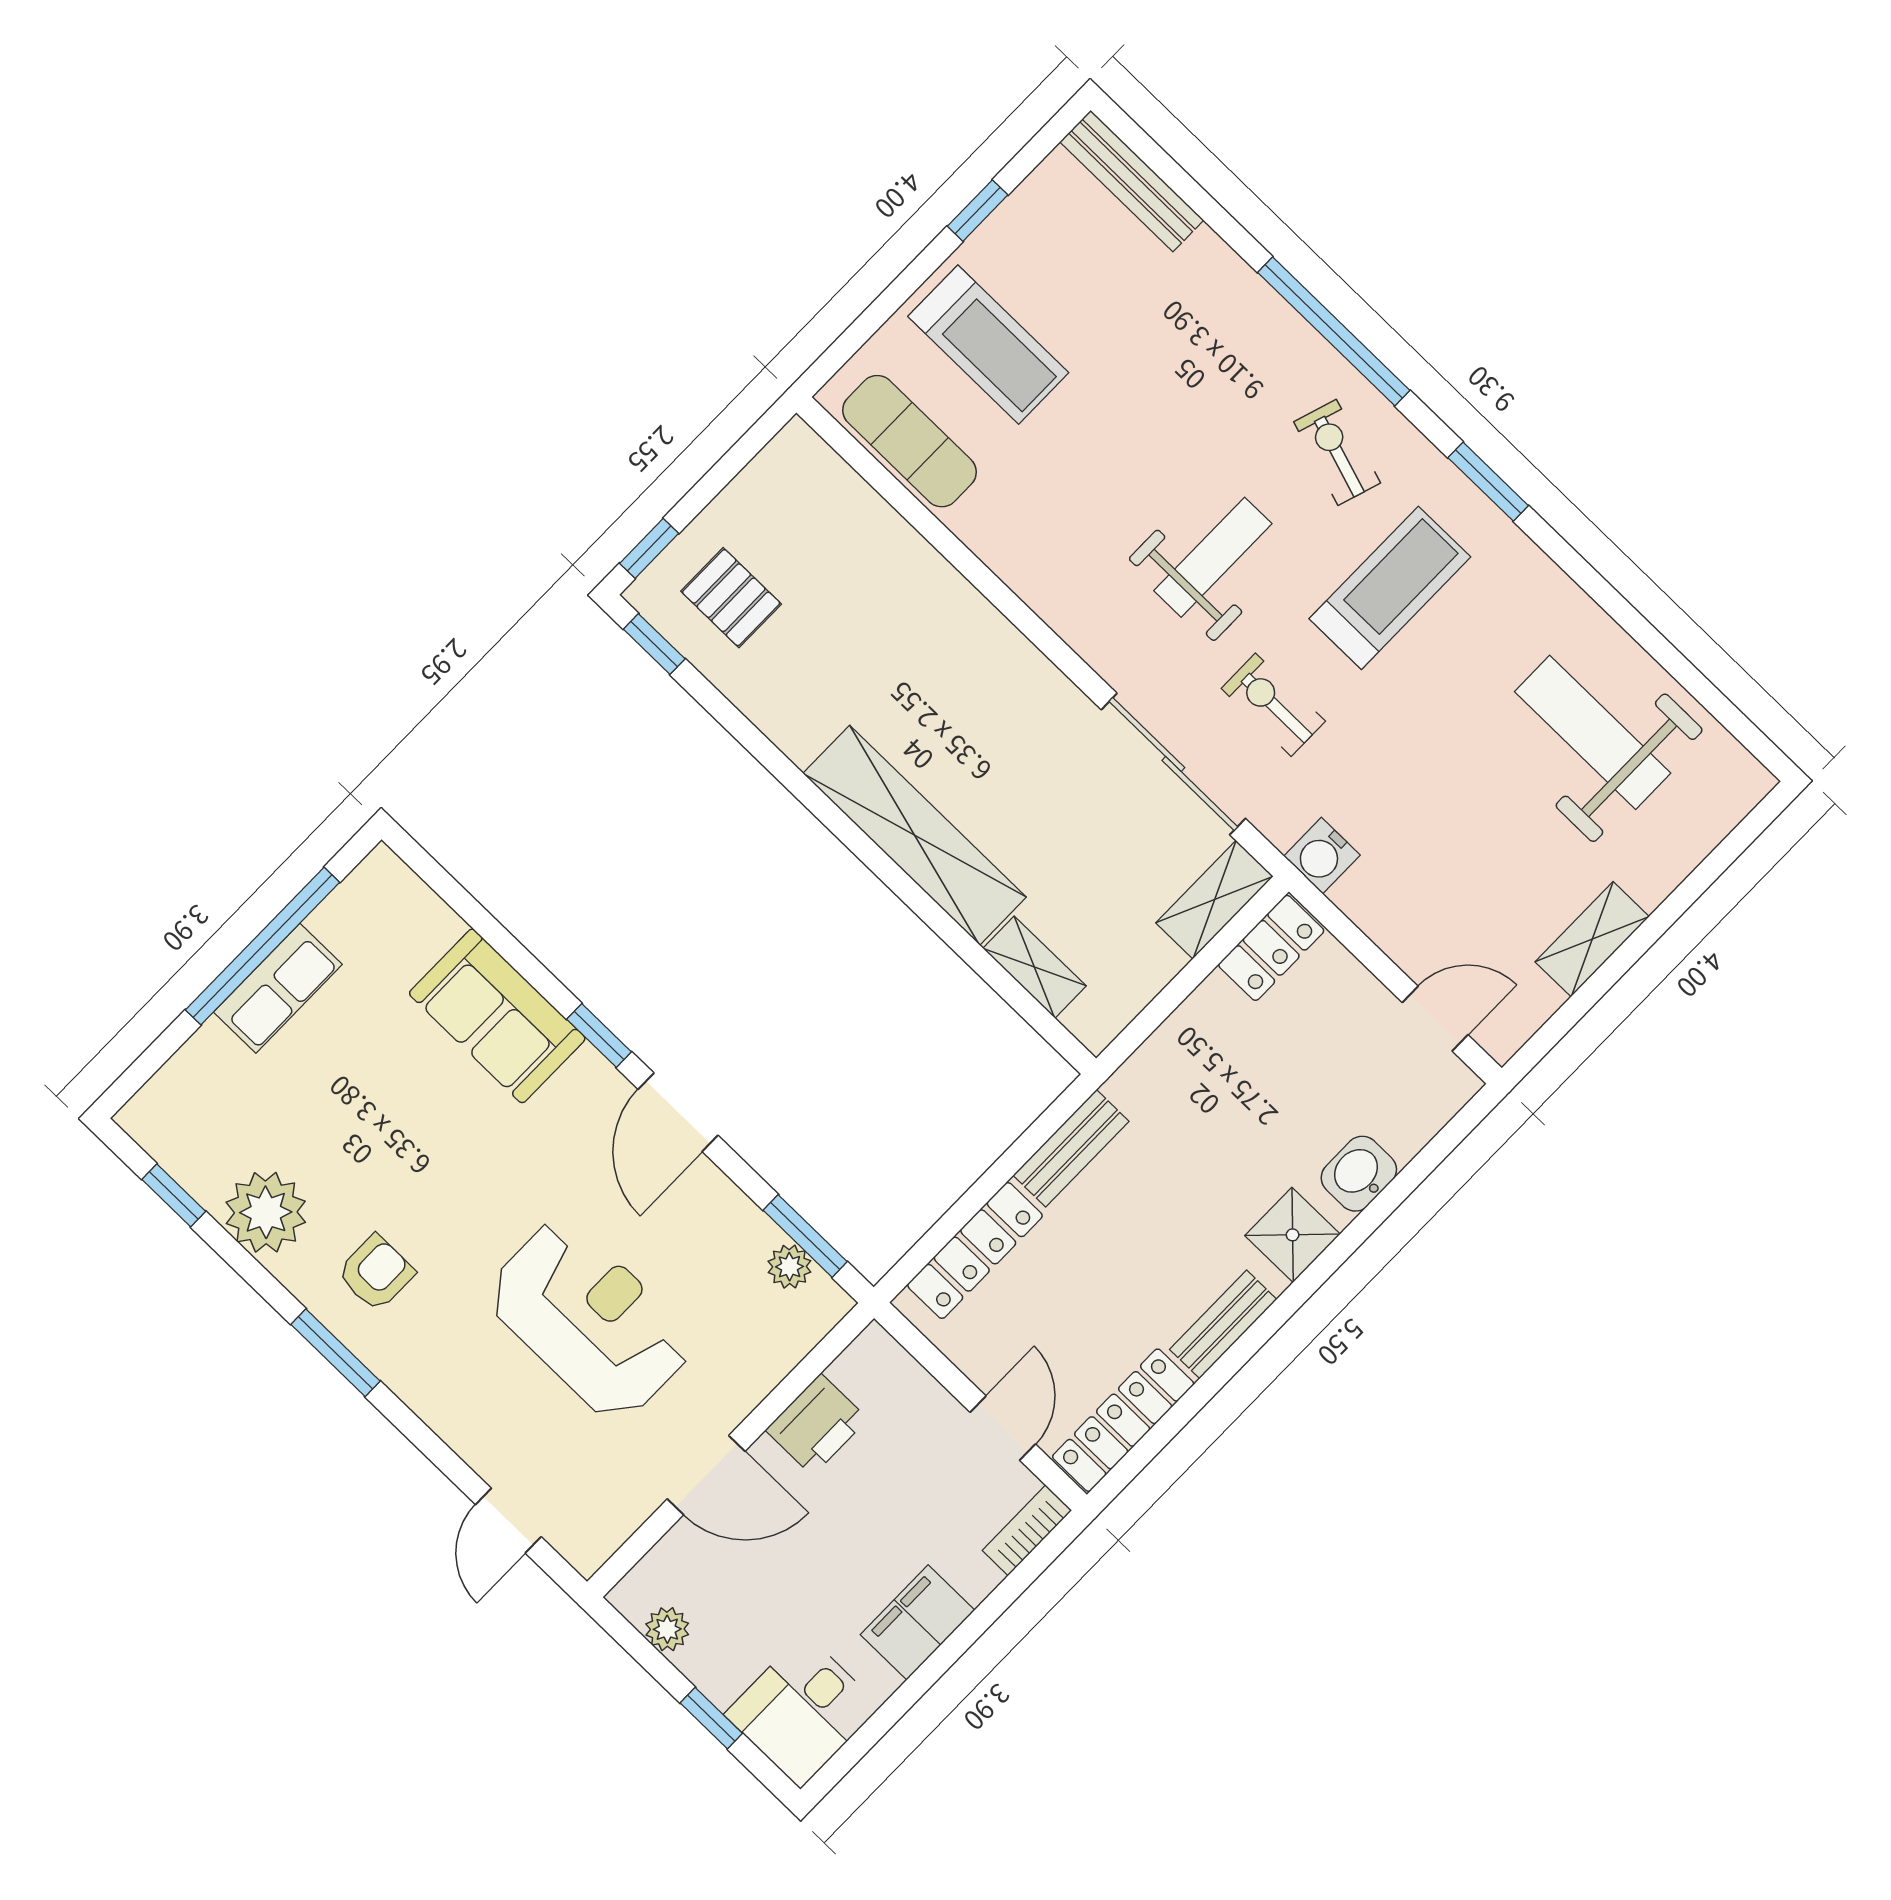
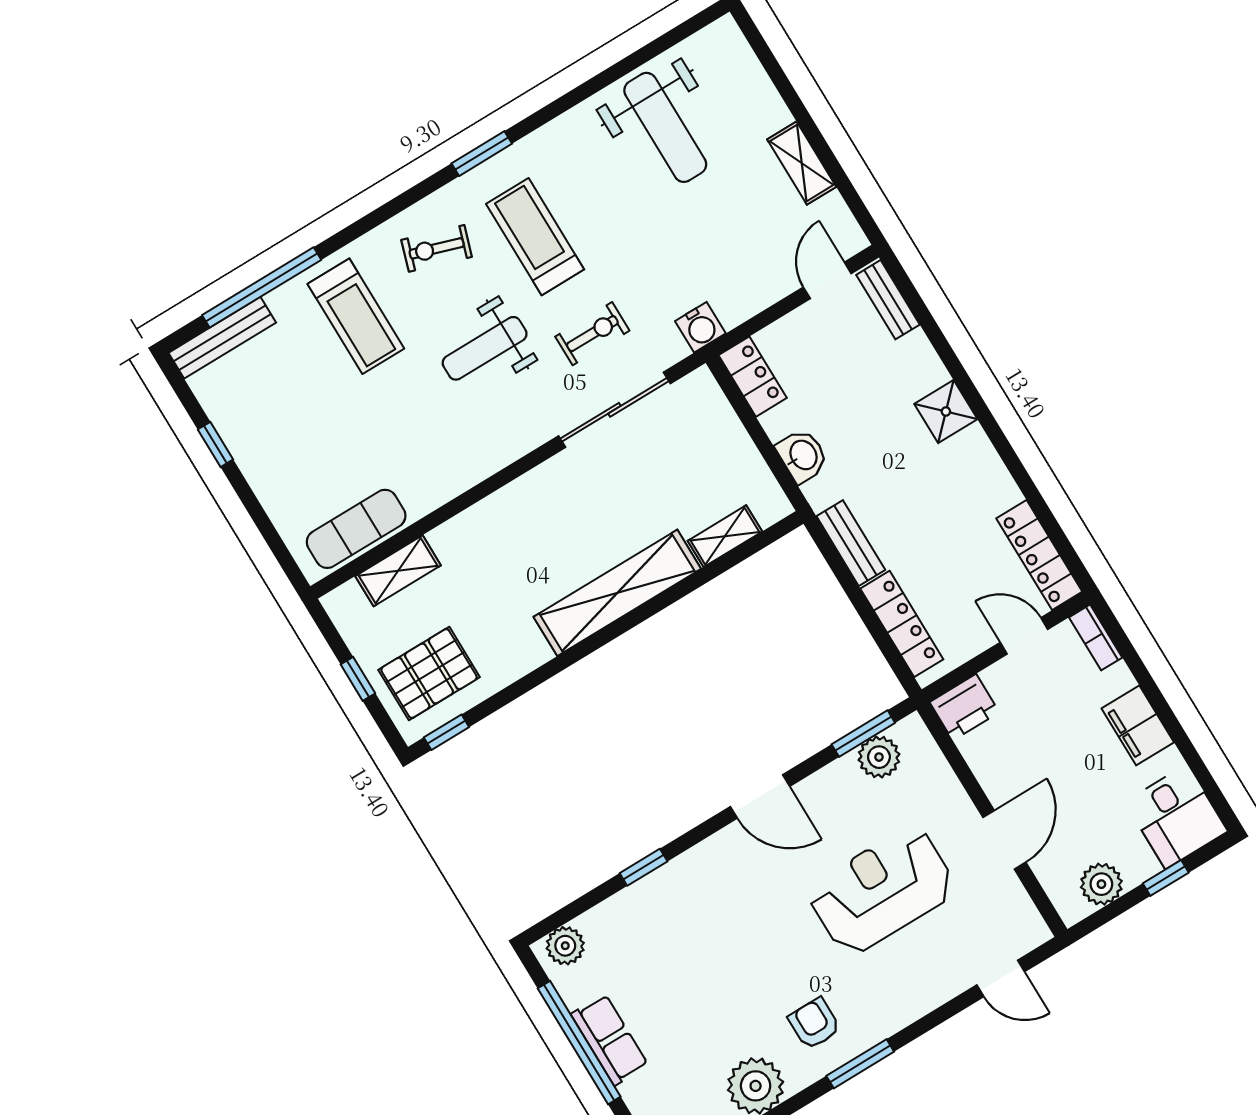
window: (1334, 331) -> (262, 287), moved
treadmill: (988, 345) -> (356, 316), moved, turned 90
window: (649, 548) -> (358, 679), moved
weight bench: (1213, 557) -> (485, 348), turned -90
pallet: (731, 598) -> (429, 673), width x1.50, depth x1.42
exercise bike: (1273, 705) -> (592, 334), turned 180
weight bench: (1593, 732) -> (665, 127), turned -90
plant: (395, 891) -> (565, 946), added
shelving: (1214, 900) -> (398, 571), moved, turned 90
sofa: (497, 1016) -> (665, 899), removed
window: (599, 1036) -> (644, 867), moved
washbasin: (1359, 1174) -> (802, 456), moved, turned 180
plant: (789, 1267) -> (879, 757), width x1.38, depth x1.38
bench: (1223, 1324) -> (888, 300), moved
printer: (817, 1425) -> (964, 707), moved, turned 90
plant: (667, 1629) -> (1101, 884), width x1.38, depth x1.38

